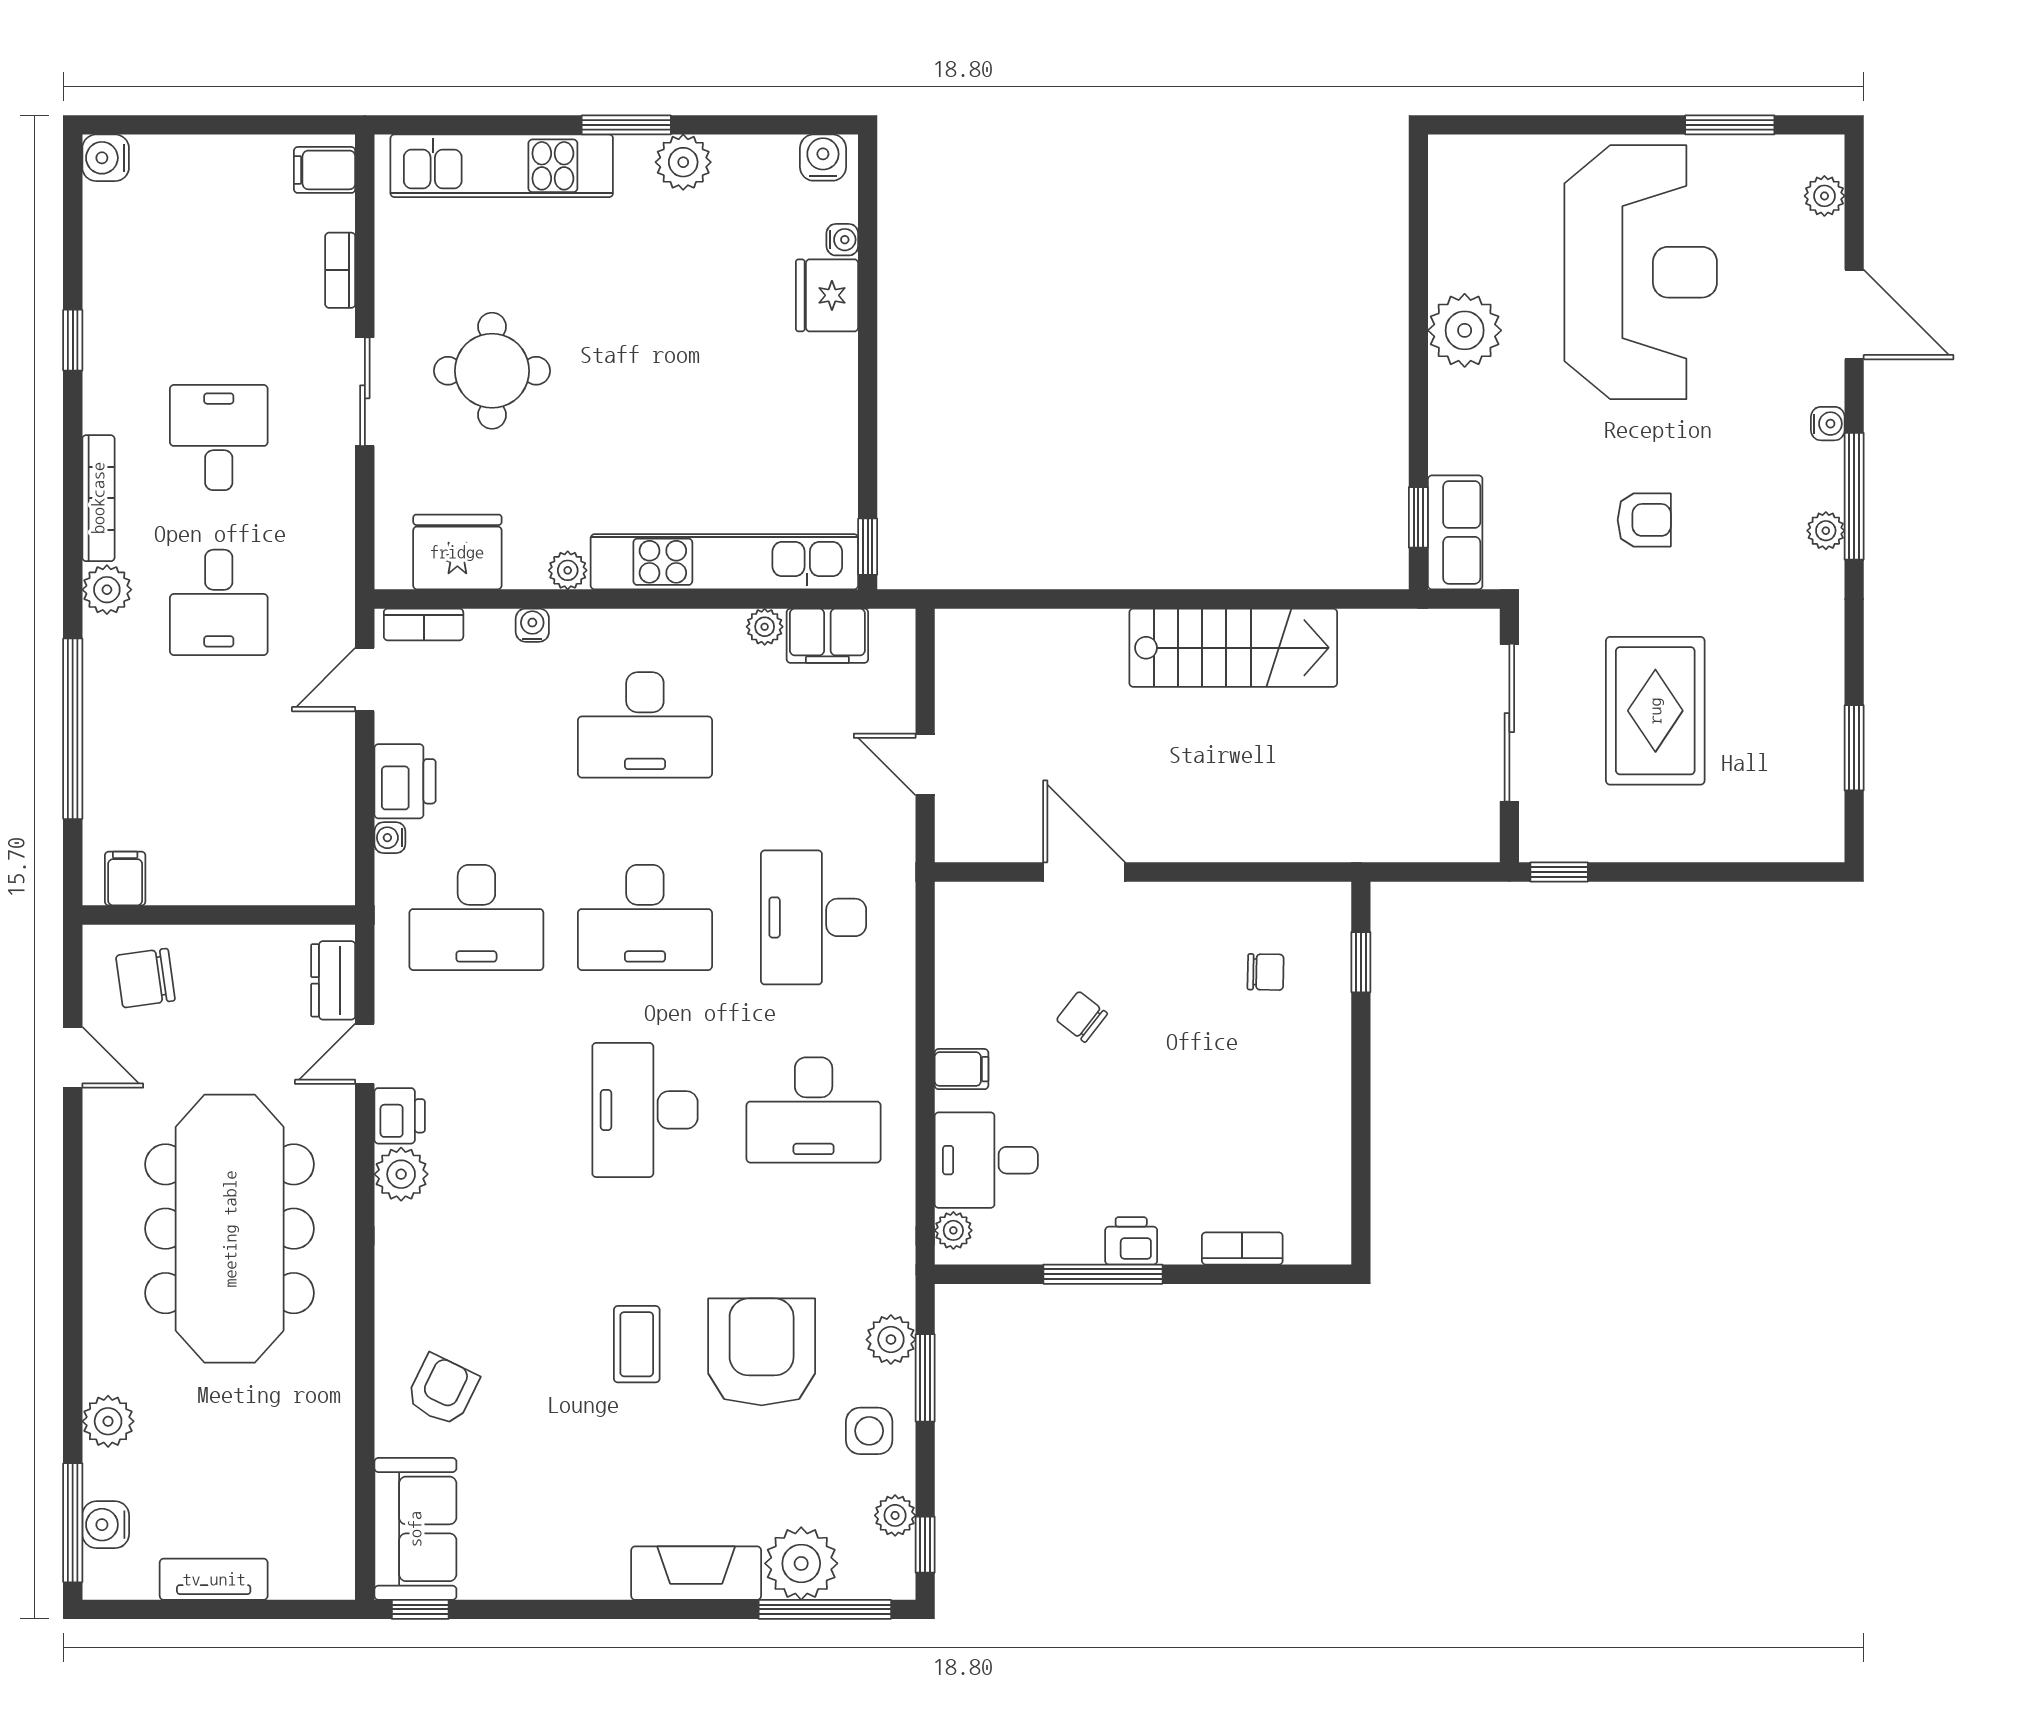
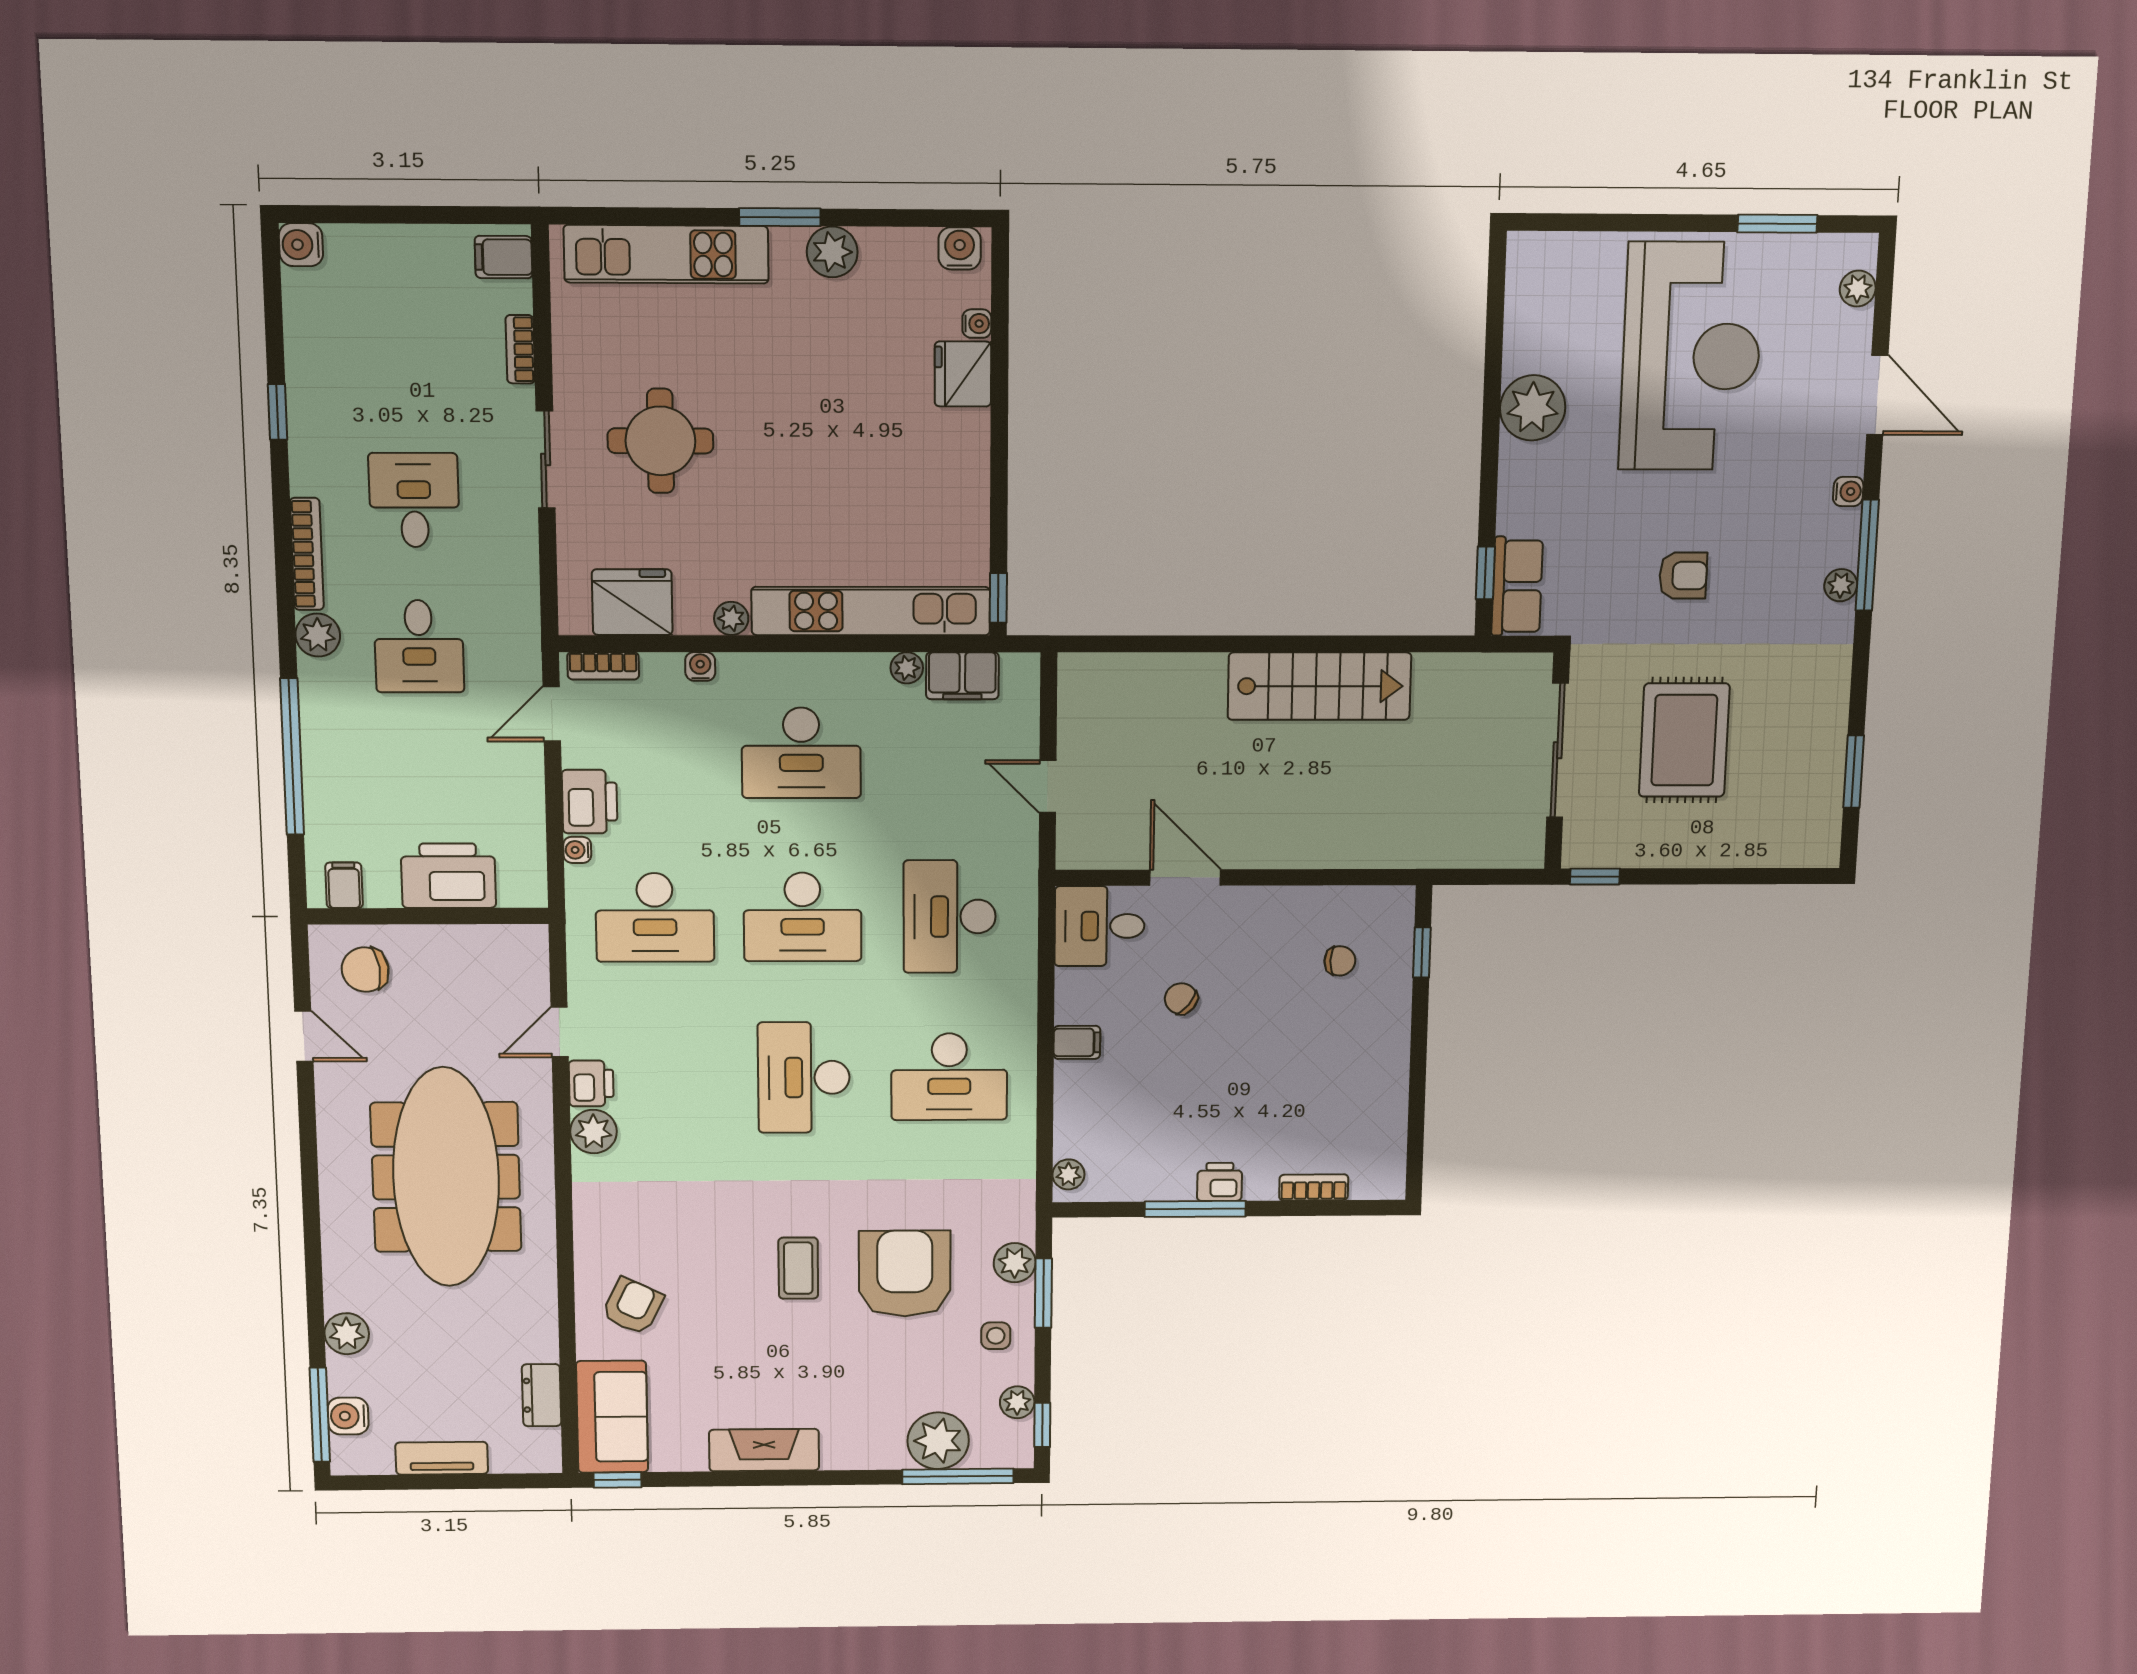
printer: (243, 868) -> (448, 876), added
dresser: (333, 980) -> (542, 1395), moved
desk: (986, 1160) -> (1100, 926), moved
side table: (869, 1431) -> (996, 1336), width x0.73, depth x0.73
fireplace: (696, 1573) -> (764, 1450), moved

